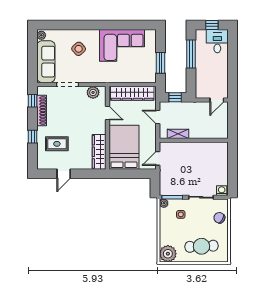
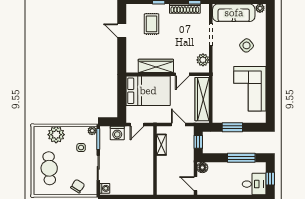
floor lamp: (201, 93) -> (202, 168), added
door: (158, 117) -> (178, 125), hinge flipped
wardrobe: (99, 152) -> (156, 66), moved
door: (158, 158) -> (137, 125), swing flipped
washing machine: (166, 178) -> (117, 133), added
plant: (168, 254) -> (56, 135), moved

